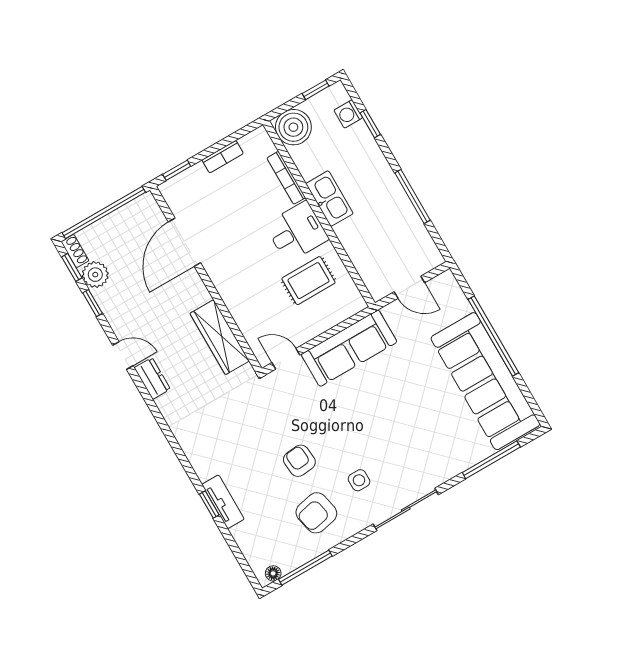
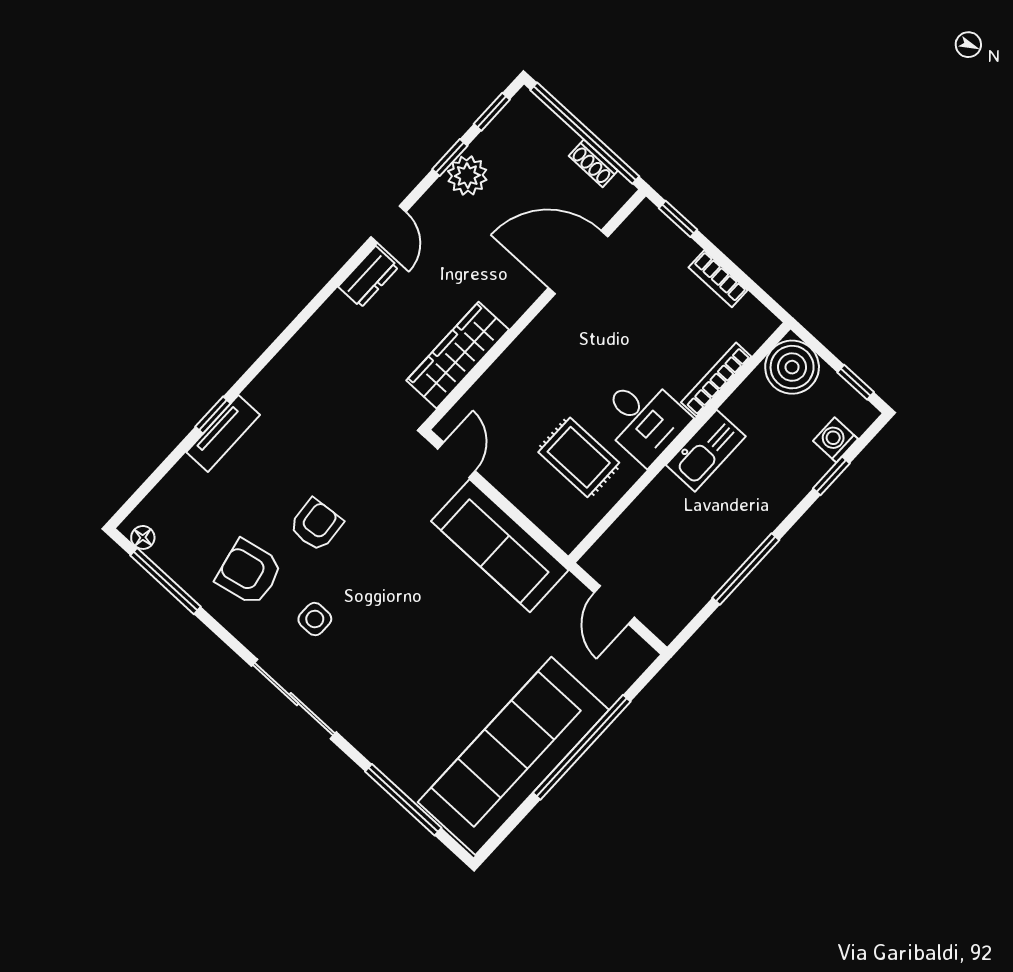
shoe rack: (75, 251) -> (593, 163), moved, turned 90
plant: (95, 275) -> (467, 176), moved

